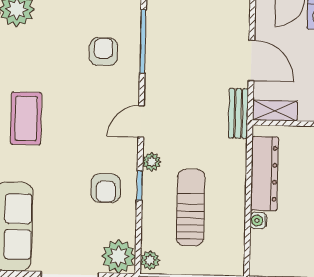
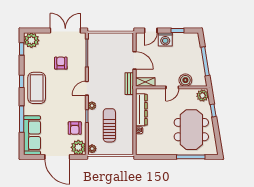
armchair: (103, 52) -> (61, 63), moved
coffee table: (26, 118) -> (37, 88), width x1.36, depth x1.32
armchair: (106, 188) -> (75, 128), moved

